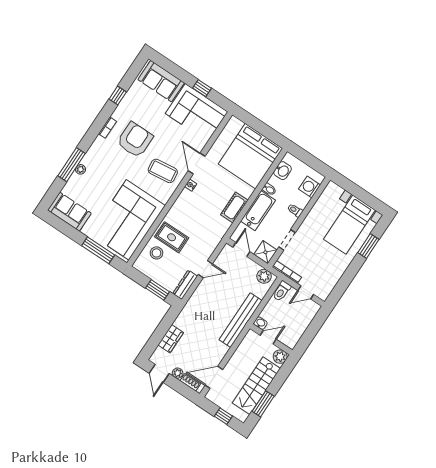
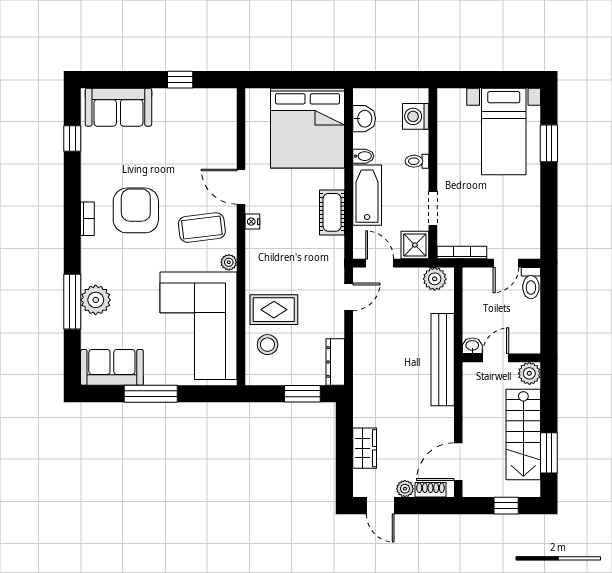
window: (118, 96) -> (72, 138), moved
corner sofa: (197, 113) -> (195, 118), removed
plant: (81, 169) -> (96, 300), width x1.88, depth x1.88
plant: (165, 198) -> (229, 262), added
window: (98, 250) -> (151, 394), moved
door: (205, 269) -> (349, 297), moved
toilet: (282, 291) -> (531, 283), moved

